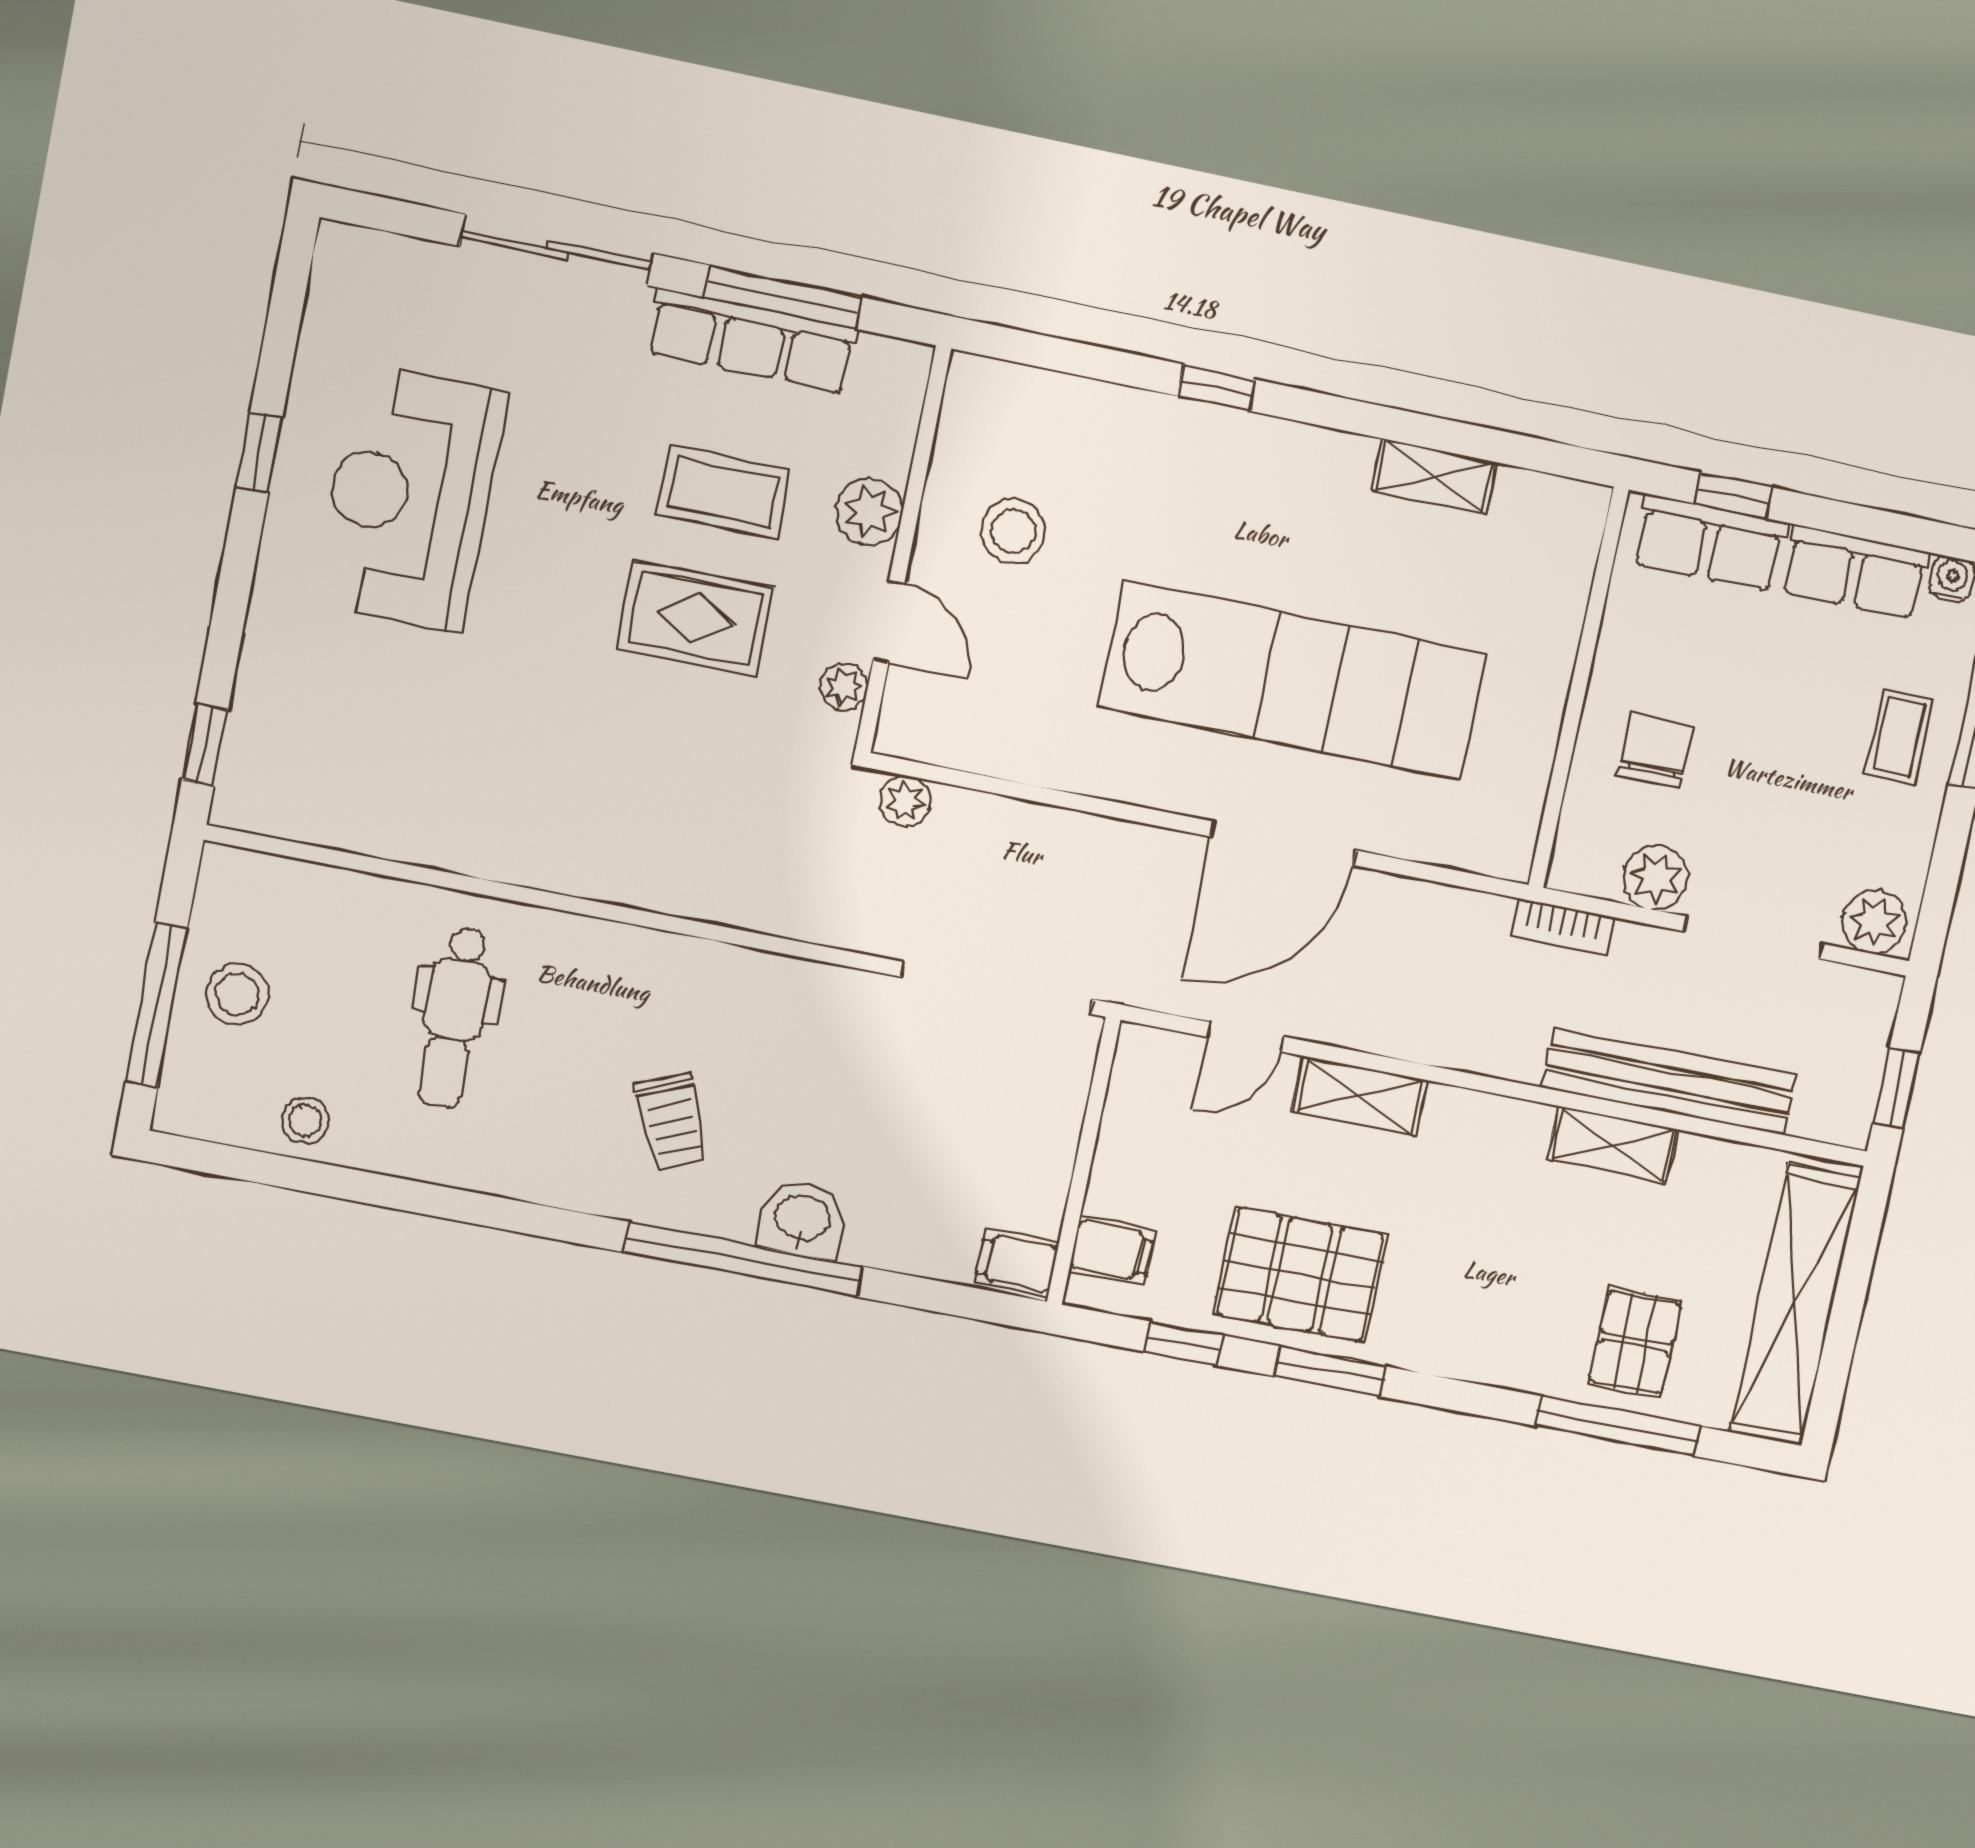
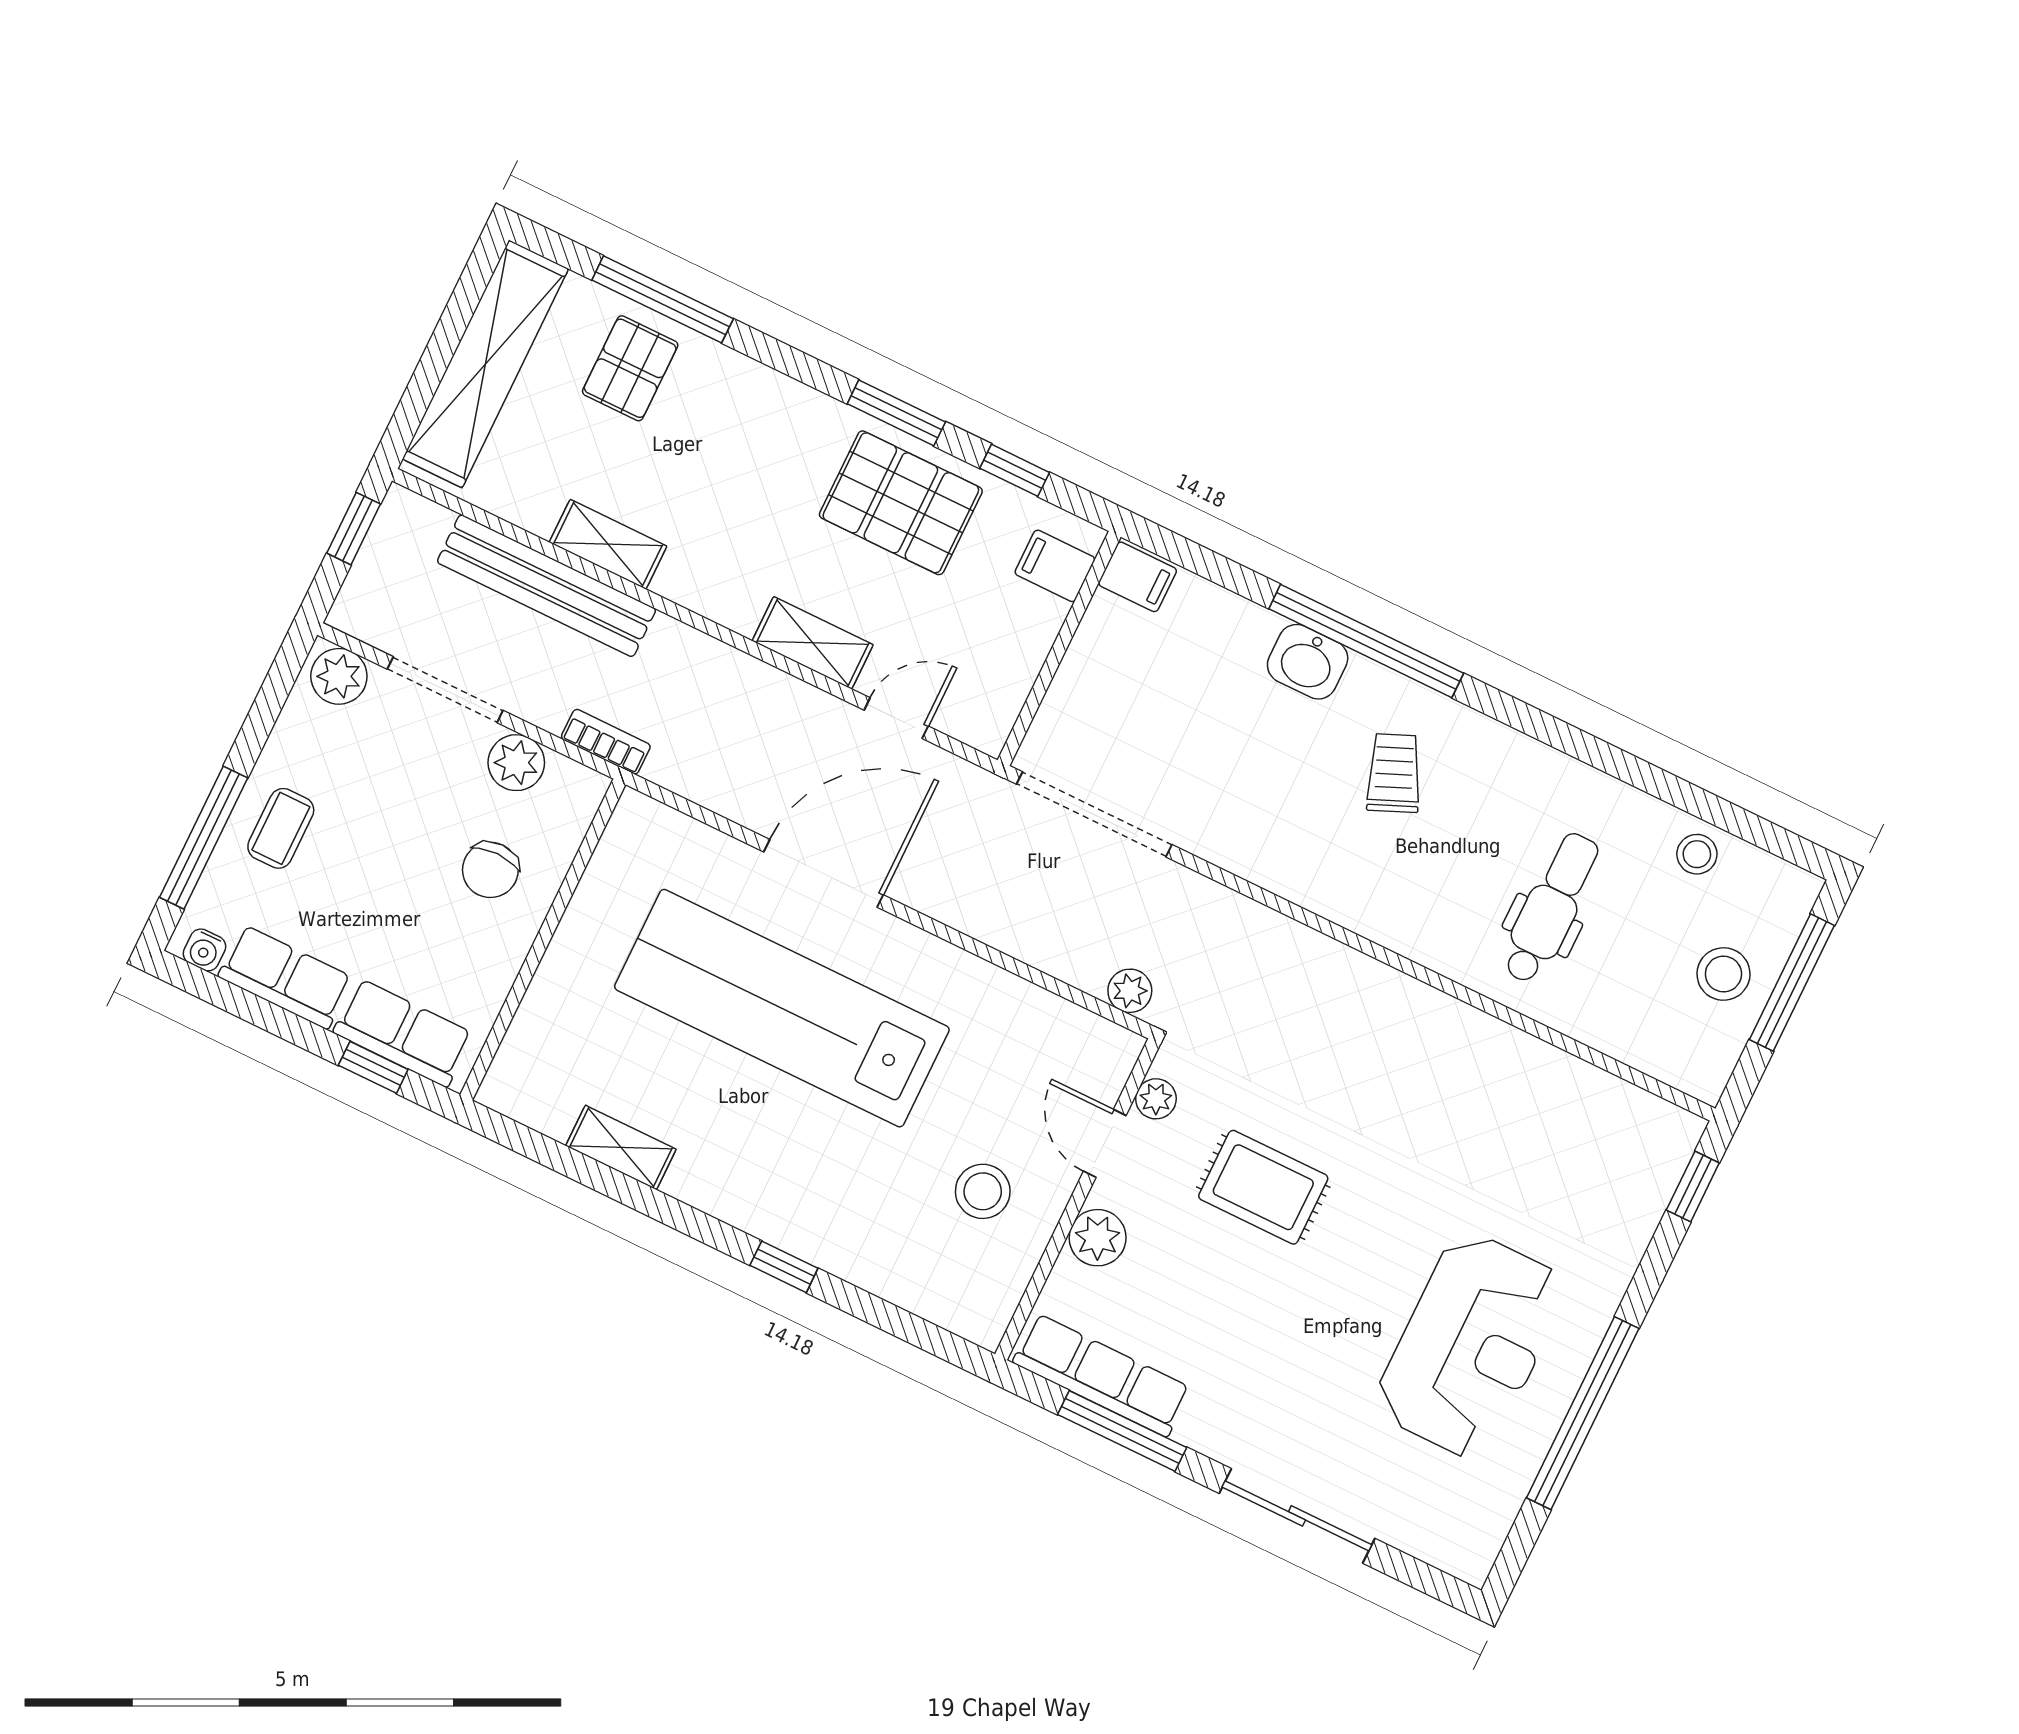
row of seats: (752, 341) -> (1102, 1375), moved
window: (259, 453) -> (1583, 1413), width x3.17
coffee table: (724, 492) -> (1213, 1285), removed

